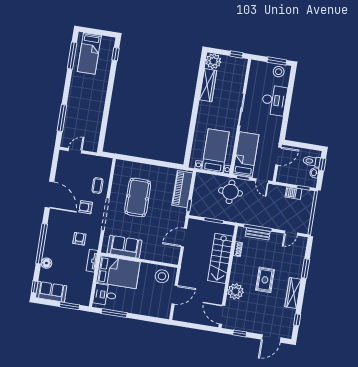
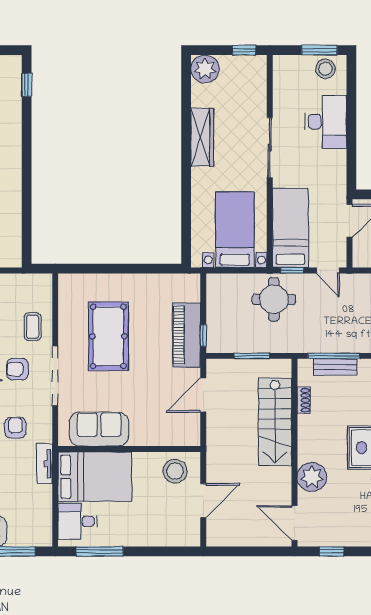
wardrobe: (208, 85) -> (202, 137), moved
piano: (182, 189) -> (186, 335), moved

